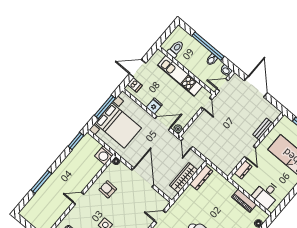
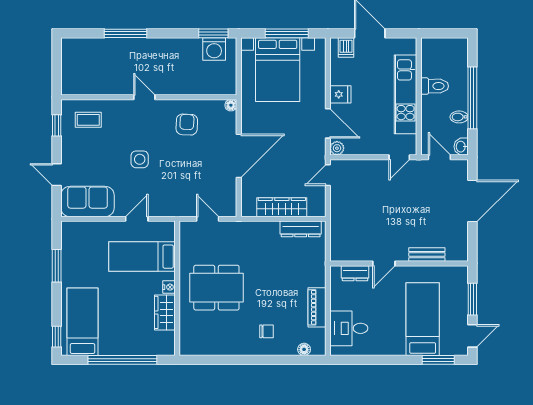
toilet: (176, 49) -> (435, 86), moved
washing machine: (104, 155) -> (214, 49), moved, turned -90

